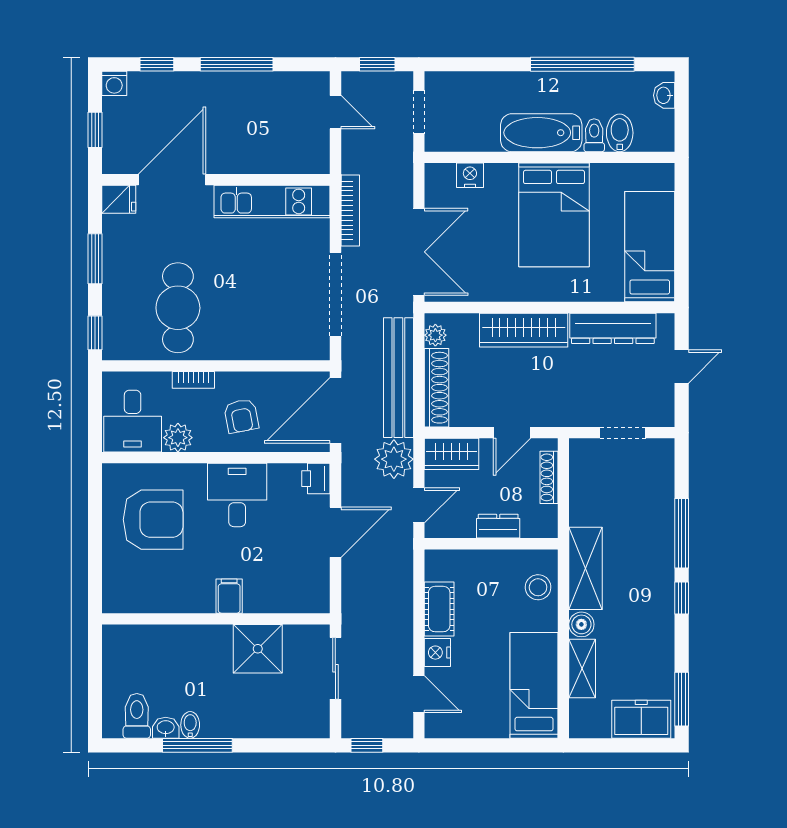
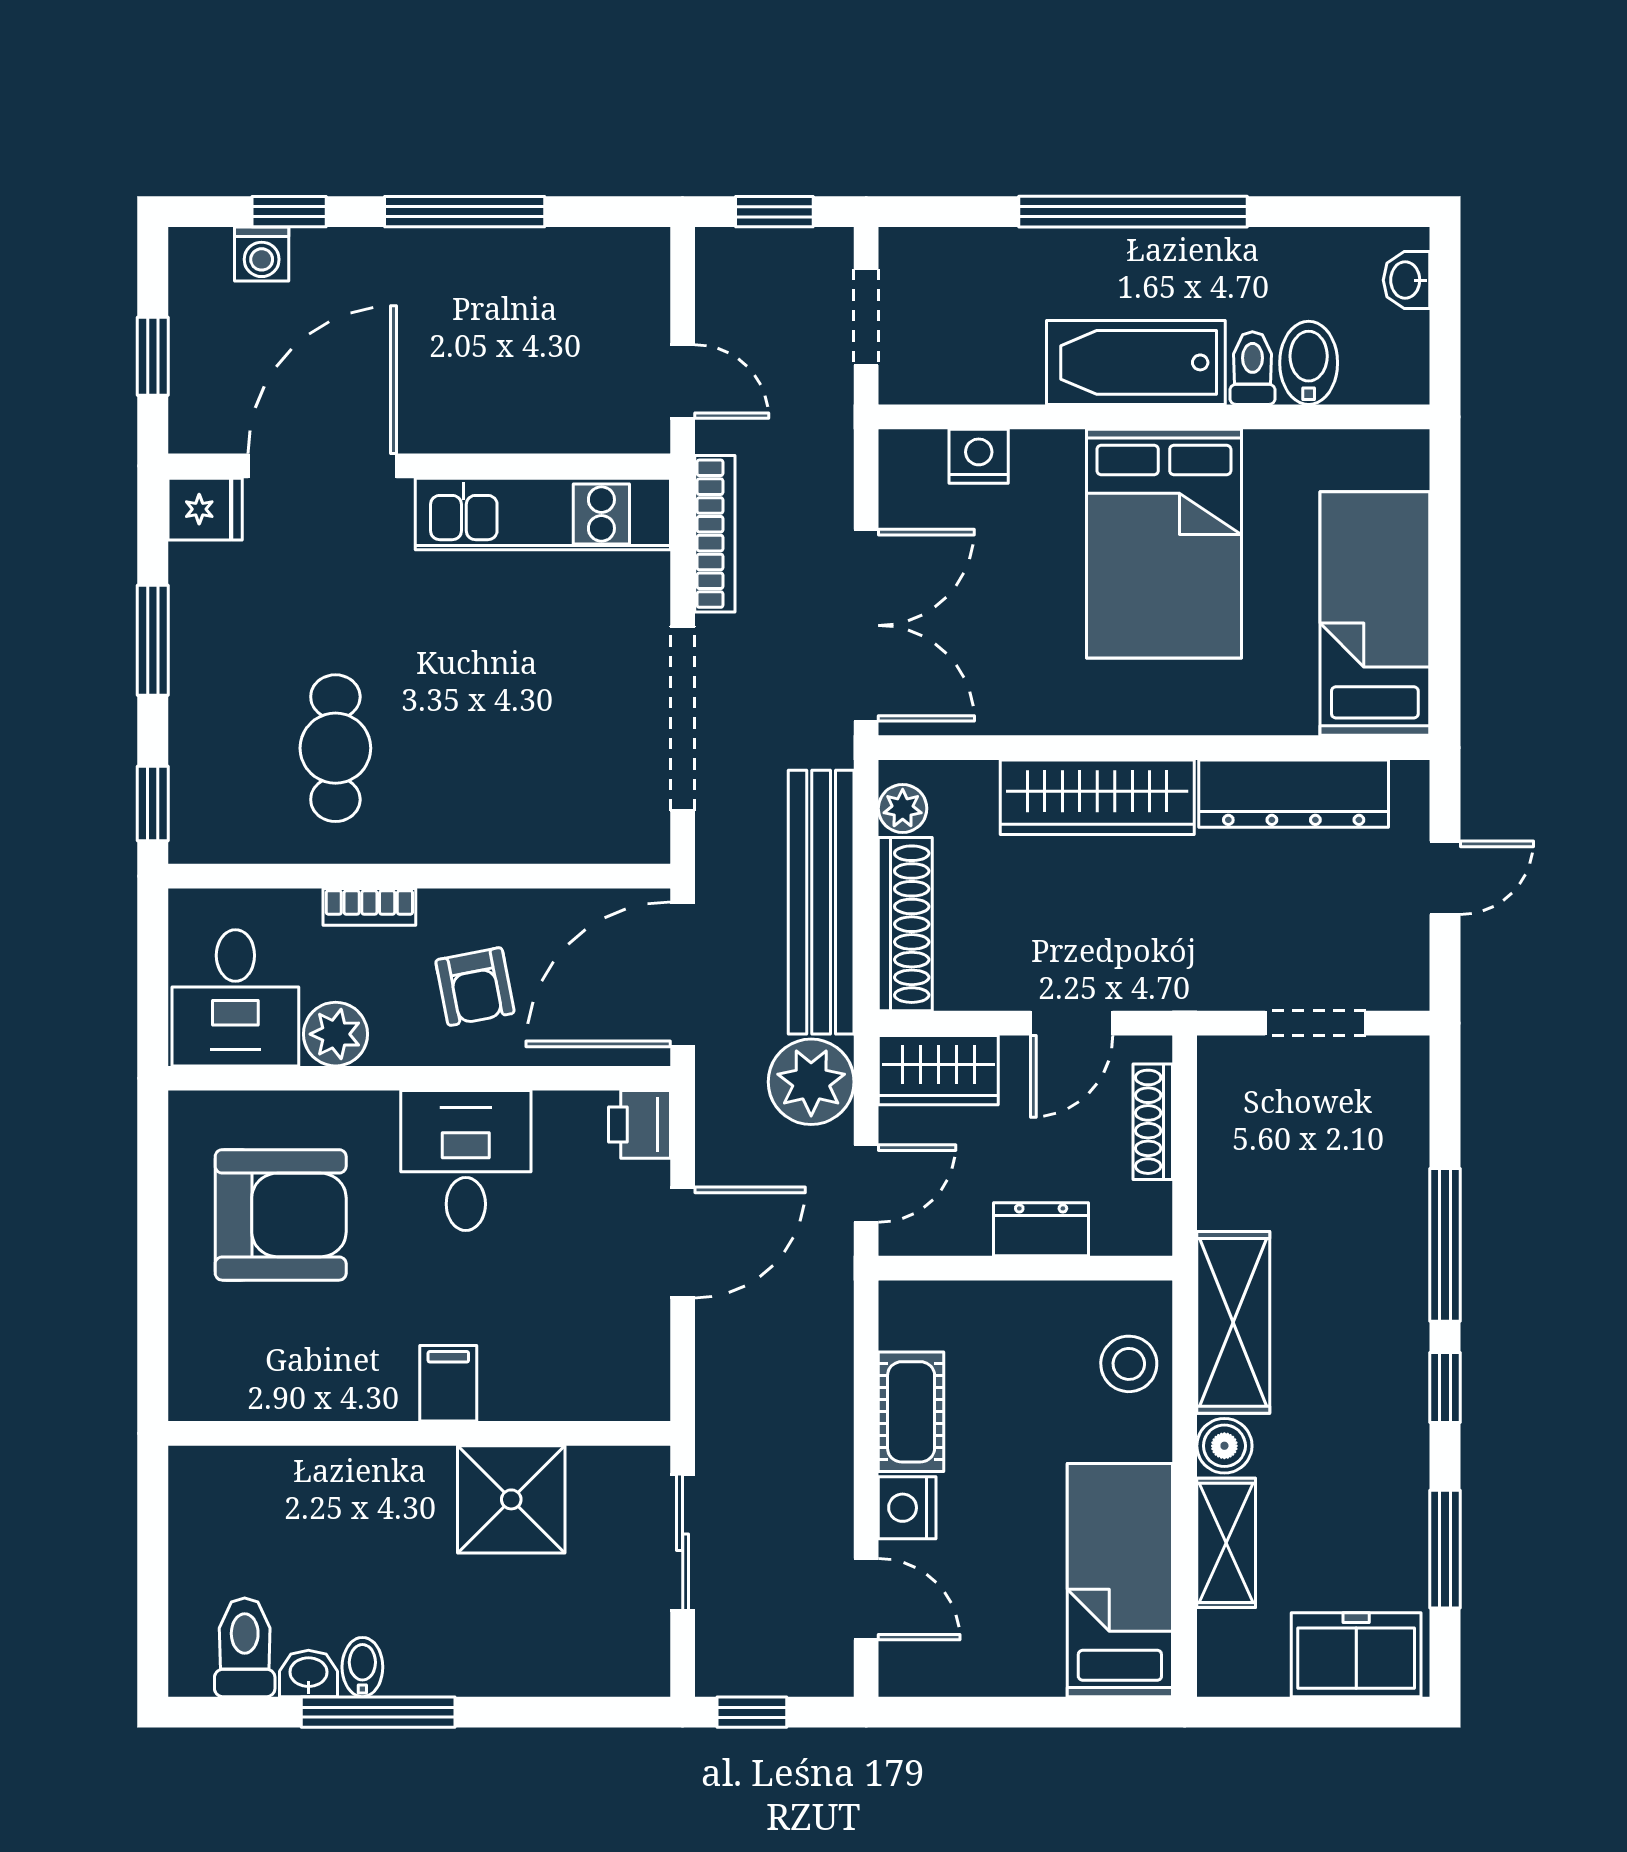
window: (582, 64) -> (1133, 212), moved
washing machine: (114, 83) -> (262, 254), moved
door: (335, 112) -> (683, 382), moved
cafe table: (178, 308) -> (335, 748), width x0.73, depth x0.74
window: (682, 699) -> (1445, 1549), moved

